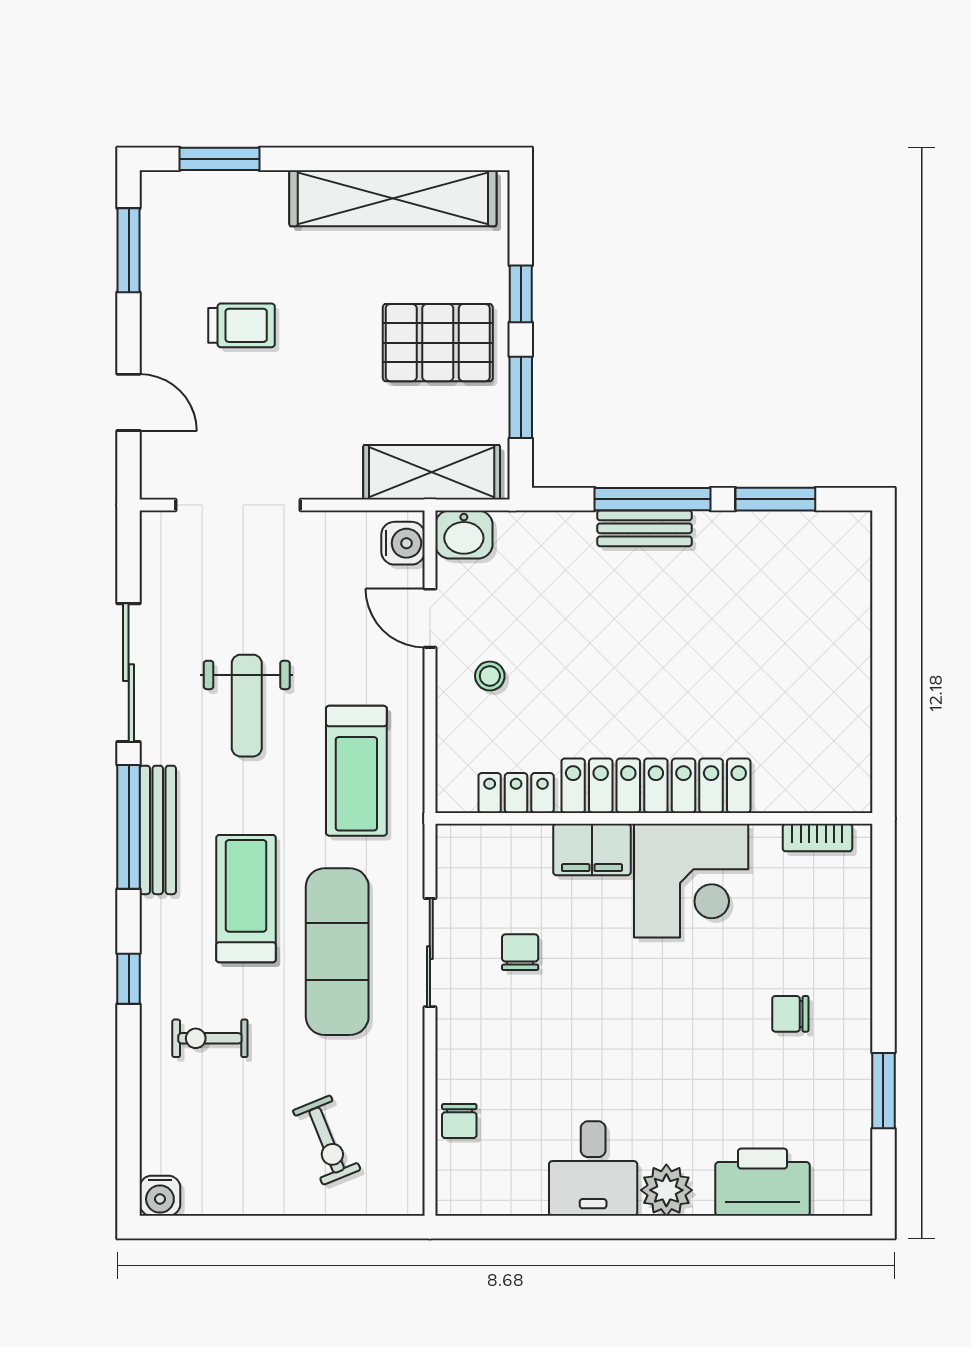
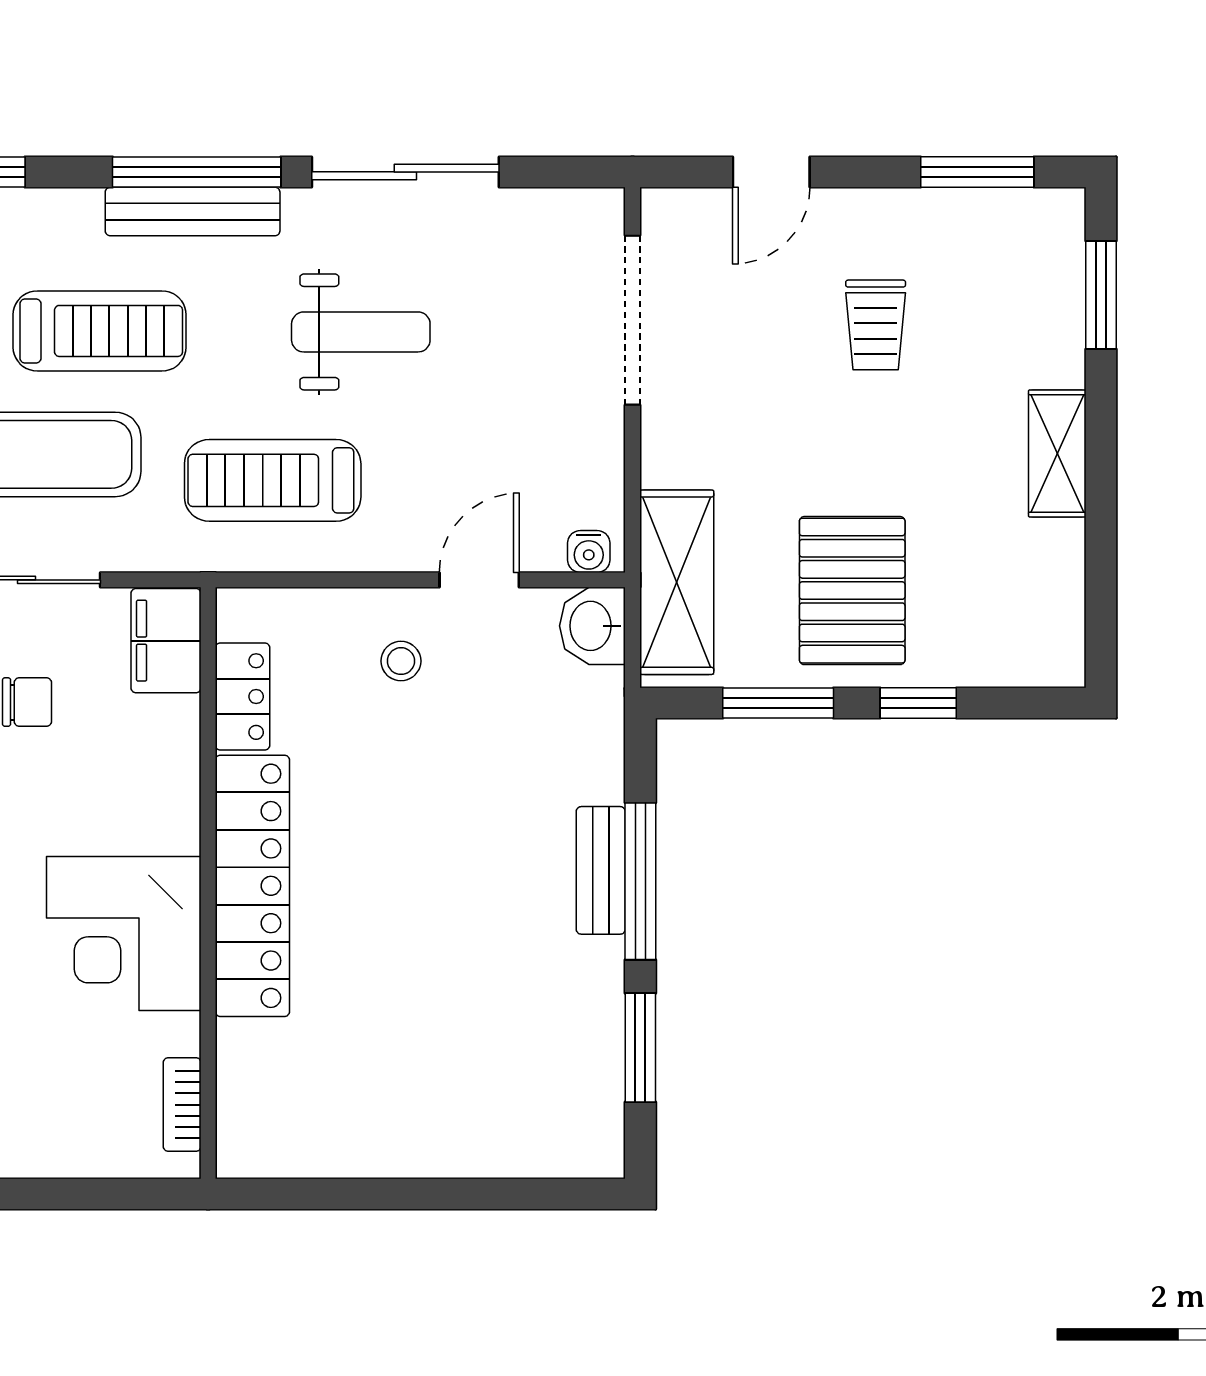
shelving: (393, 198) -> (1057, 453), width x0.45, depth x0.75
water cooler: (403, 543) -> (589, 552), width x0.72, depth x0.72
weight bench: (247, 706) -> (361, 332), turned 180
filing cabinet: (592, 850) -> (166, 641), moved

